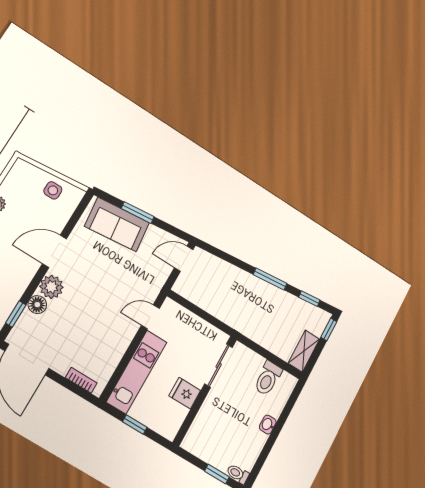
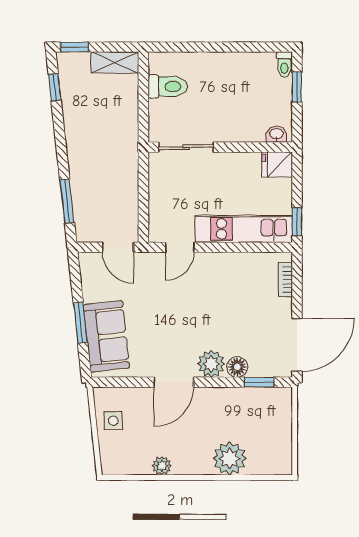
door: (55, 251) -> (174, 382), hinge flipped
door: (184, 259) -> (118, 247), moved
window: (270, 279) -> (67, 201), moved
door: (150, 317) -> (180, 247), hinge flipped
fridge: (185, 393) -> (277, 164), moved, turned 90
window: (135, 425) -> (297, 222), moved
washbasin: (268, 425) -> (276, 134), moved, turned 180

